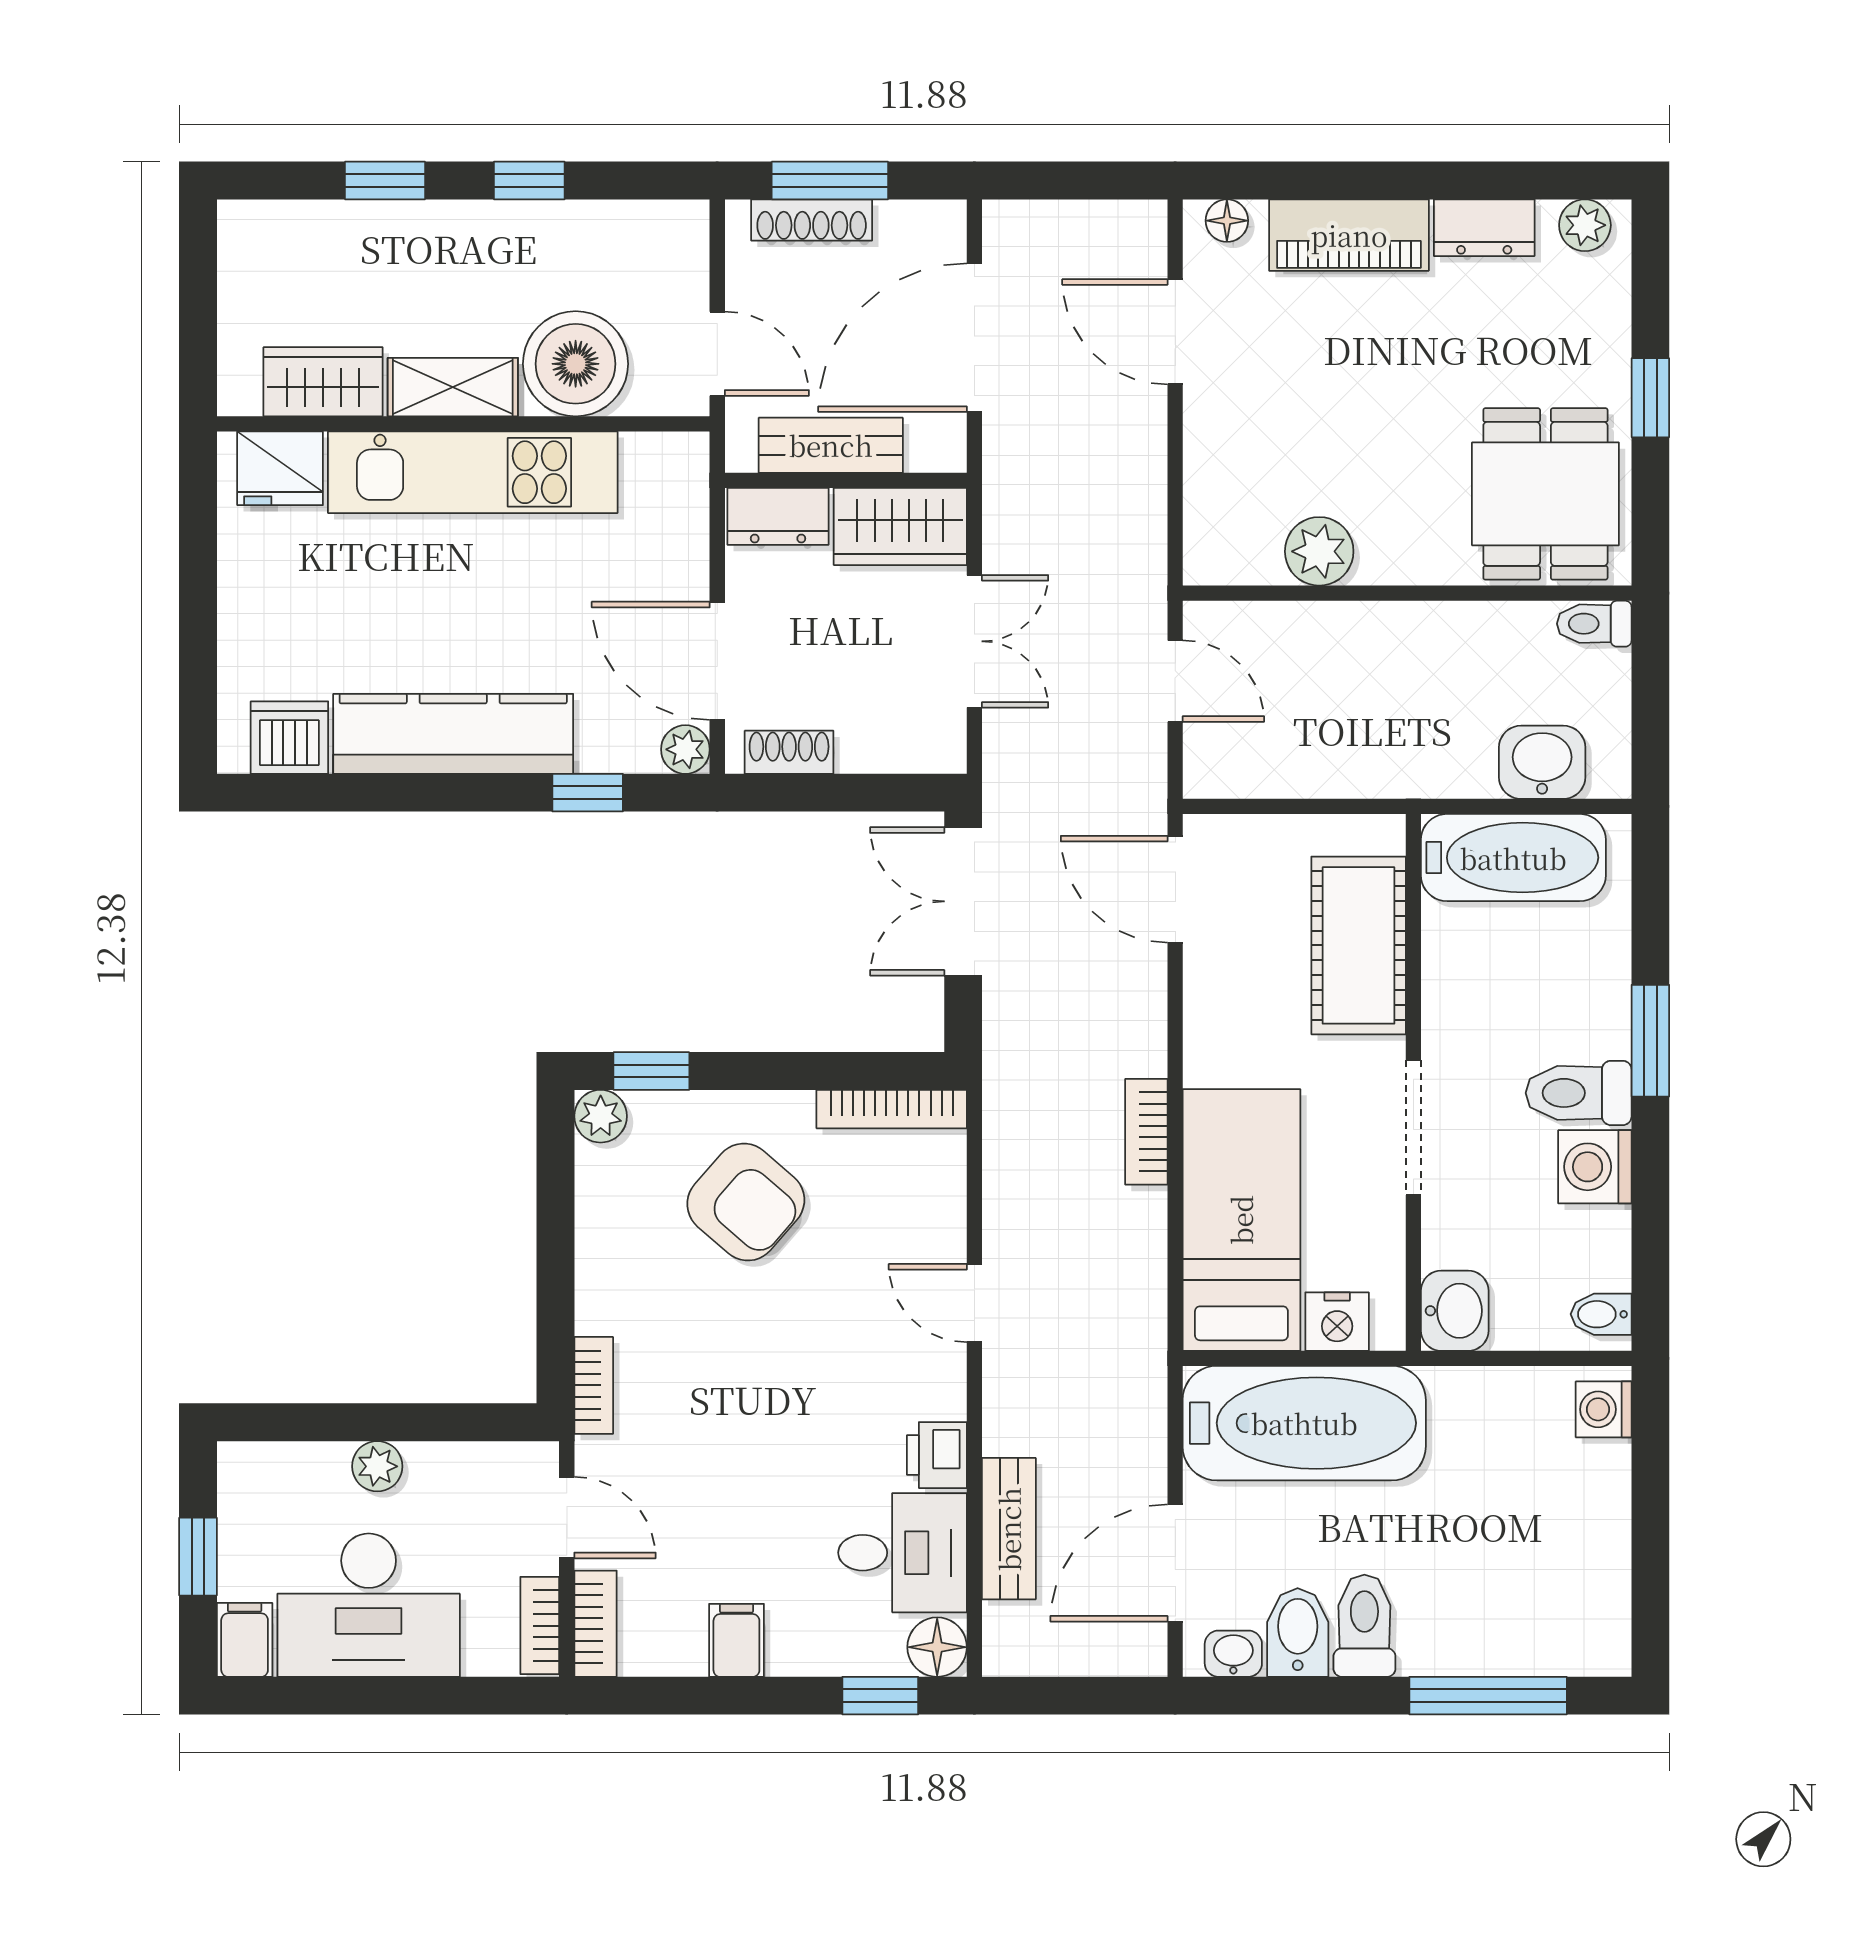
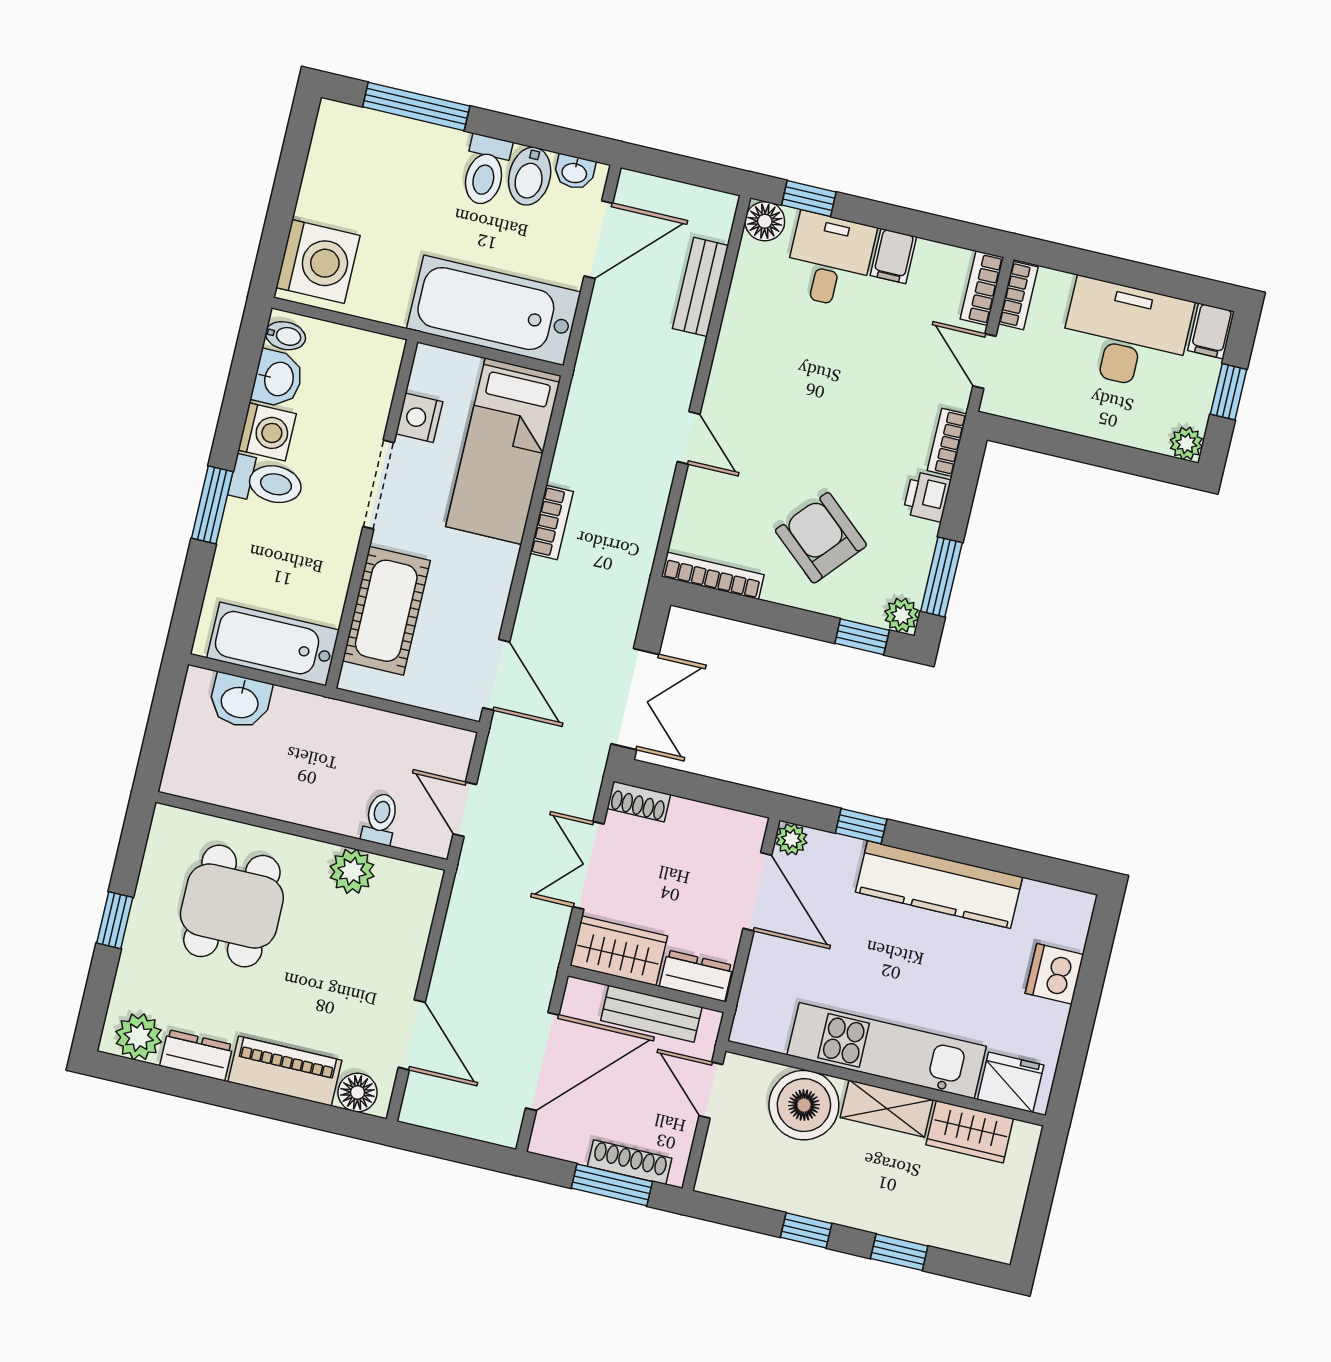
floor lamp: (1227, 221) -> (358, 1092), width x1.37, depth x1.37
plant: (1585, 225) -> (139, 1037), width x1.38, depth x1.38
dining table: (1545, 494) -> (232, 906), moved
toilet: (1594, 624) -> (380, 819), moved, turned -90
dishwasher: (289, 738) -> (1054, 974), moved, turned 90
shoe rack: (789, 752) -> (639, 802), moved
window: (555, 1186) -> (941, 577), added
washbasin: (1455, 1311) -> (278, 379), moved, turned 180
nightstand: (1337, 1322) -> (419, 418), moved, turned -90
washing machine: (1604, 1409) -> (318, 262), width x1.89, depth x1.89
printer: (937, 1455) -> (927, 497), moved, turned 180
plant: (377, 1466) -> (1186, 443), moved
desk: (903, 1553) -> (830, 260), moved, turned 90

